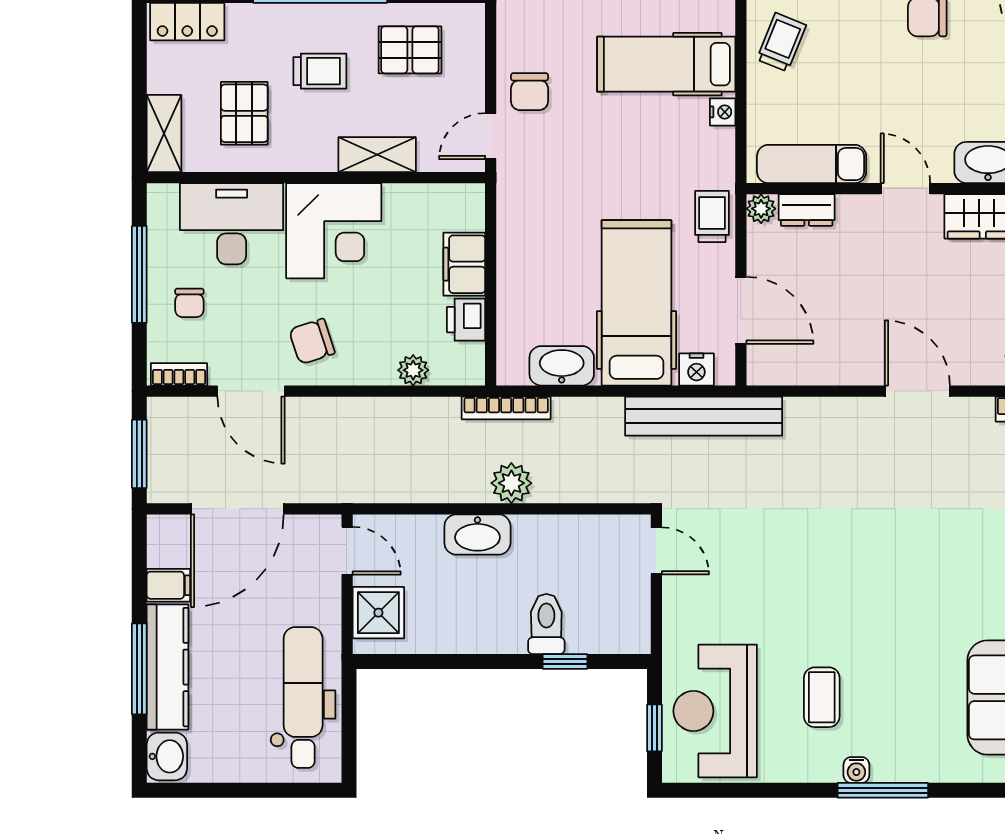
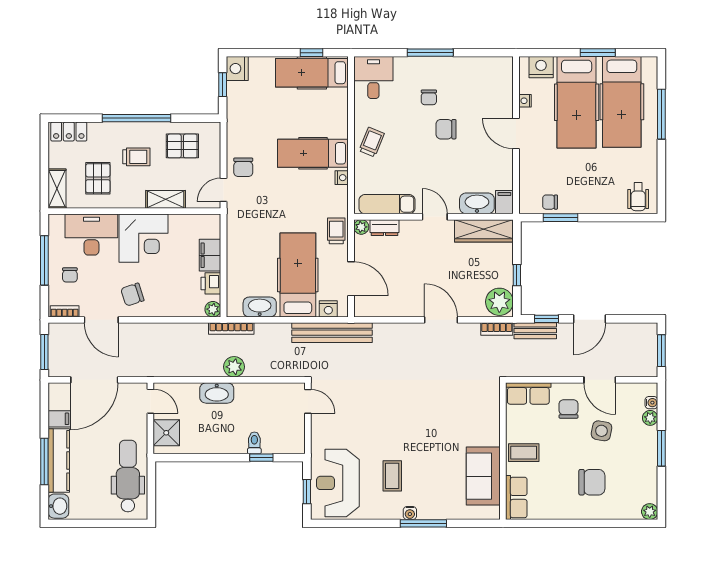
plant: (413, 370) -> (213, 309), moved
toilet: (546, 624) -> (254, 443), width x0.73, depth x0.72

